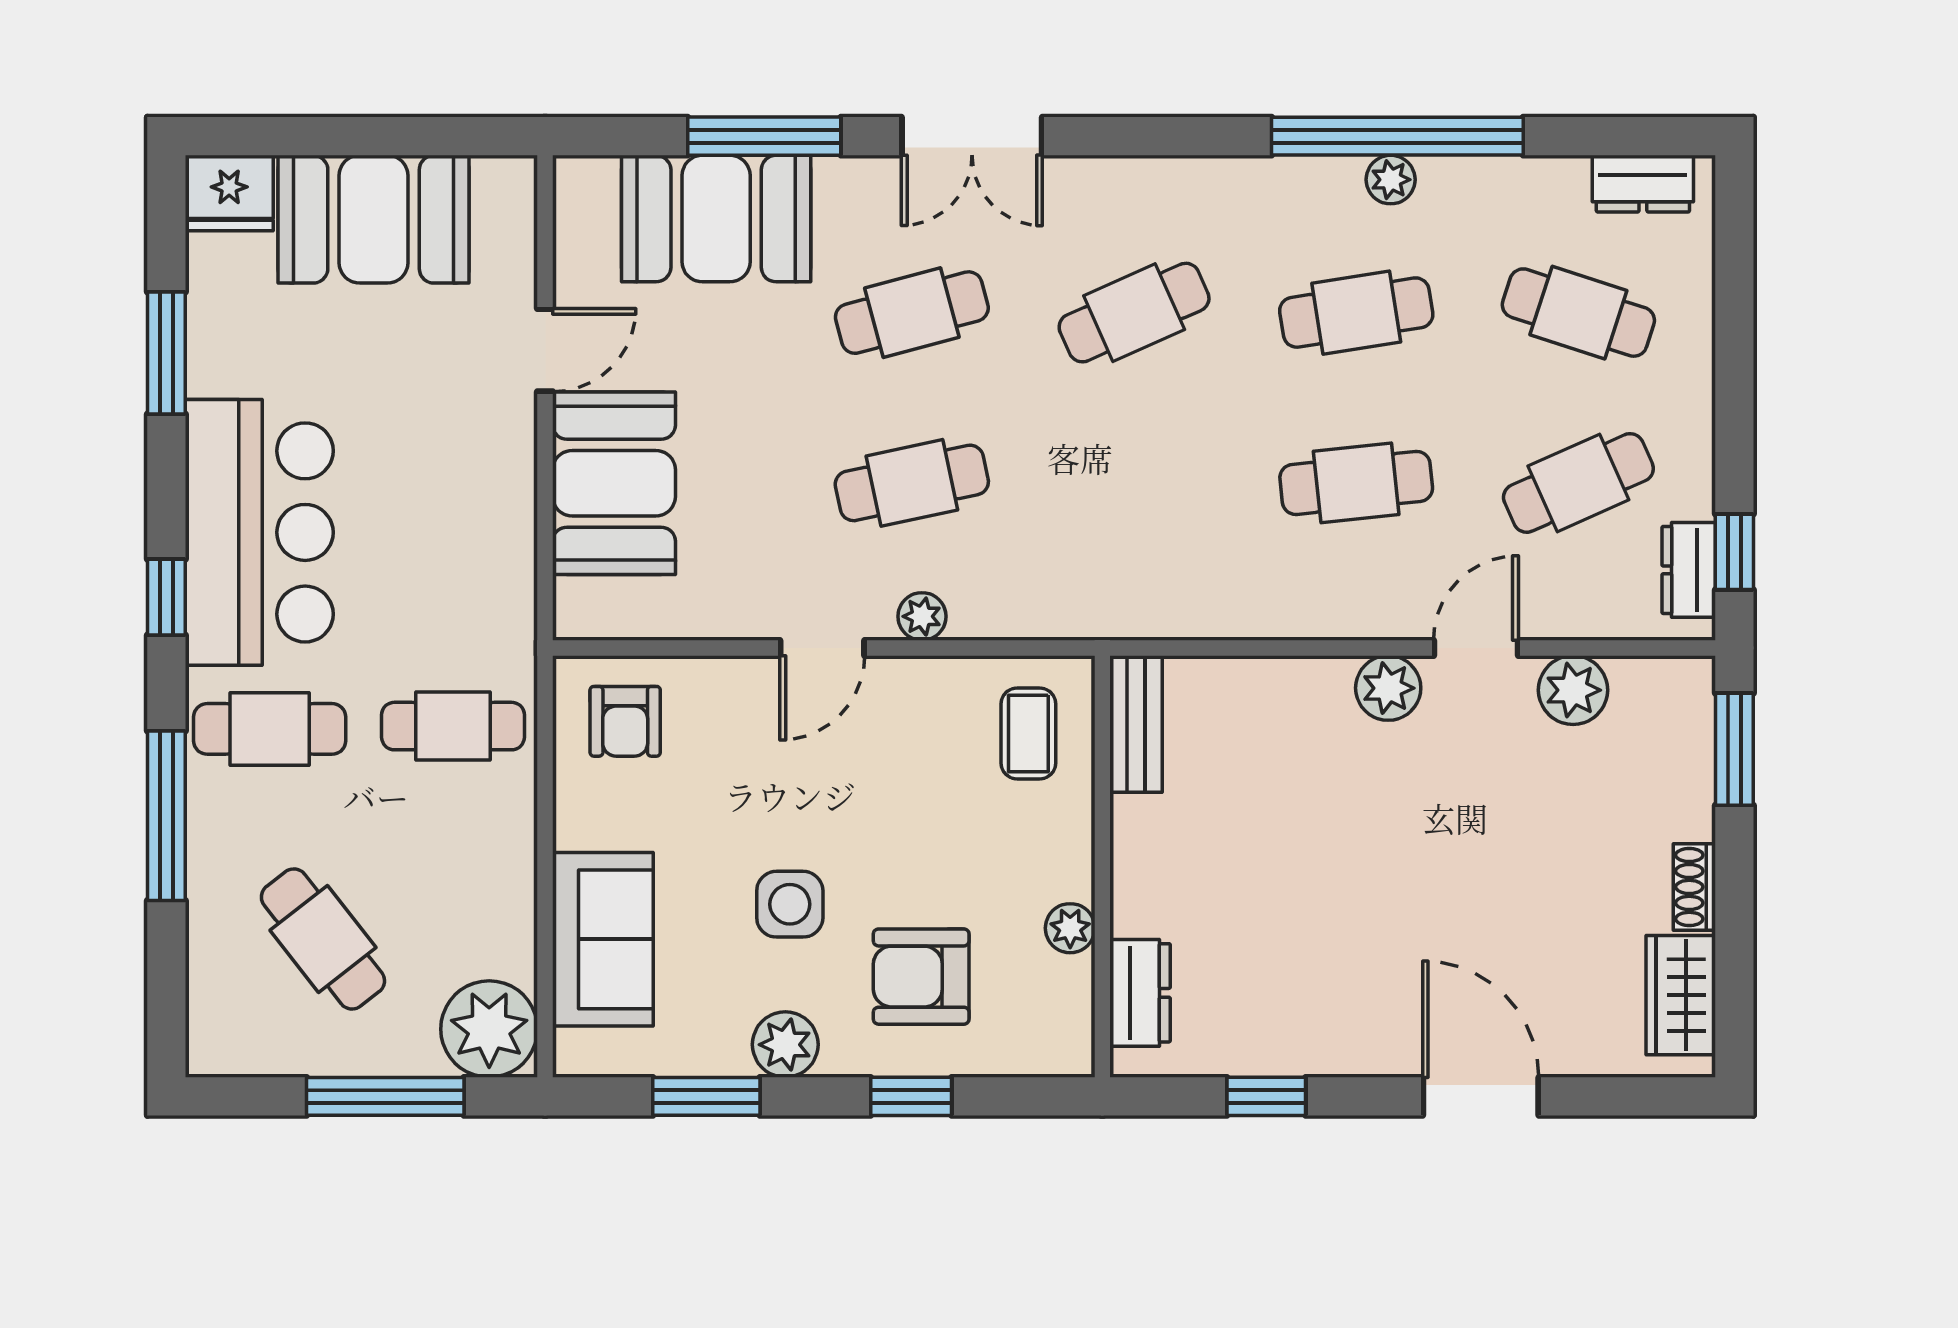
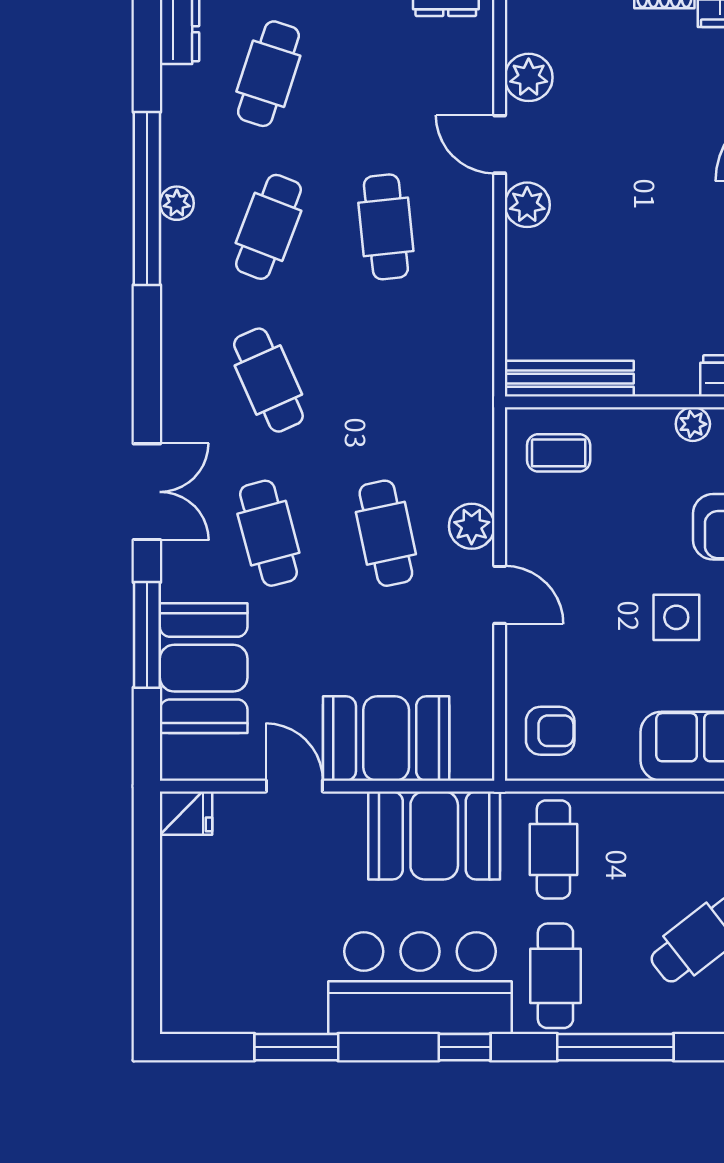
fridge: (229, 193) -> (186, 813), moved, width x0.72
booth: (374, 219) -> (434, 835), moved, turned 90
cafe table: (1356, 313) -> (268, 227), turned 30
cafe table: (1578, 483) -> (386, 74), removed
plant: (922, 616) -> (472, 526), width x1.38, depth x1.38
bench: (1136, 724) -> (569, 379), width x1.36

